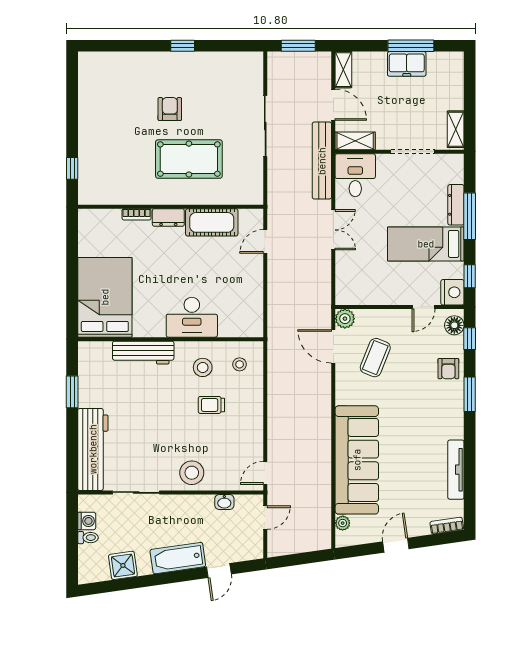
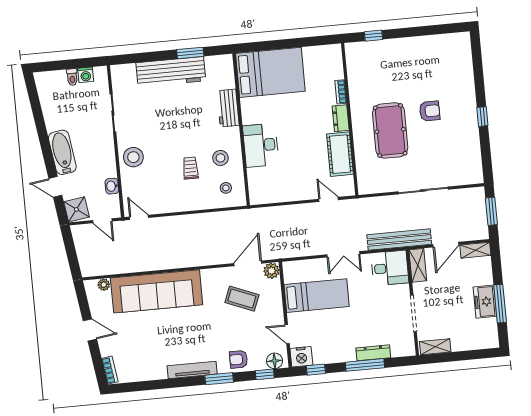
bed: (426, 244) -> (317, 296), moved, turned 90
workbench: (143, 353) -> (228, 108), width x0.73
workbench: (93, 449) -> (171, 72), moved
tv unit: (456, 470) -> (192, 370), moved
shower: (123, 565) -> (76, 209), moved

